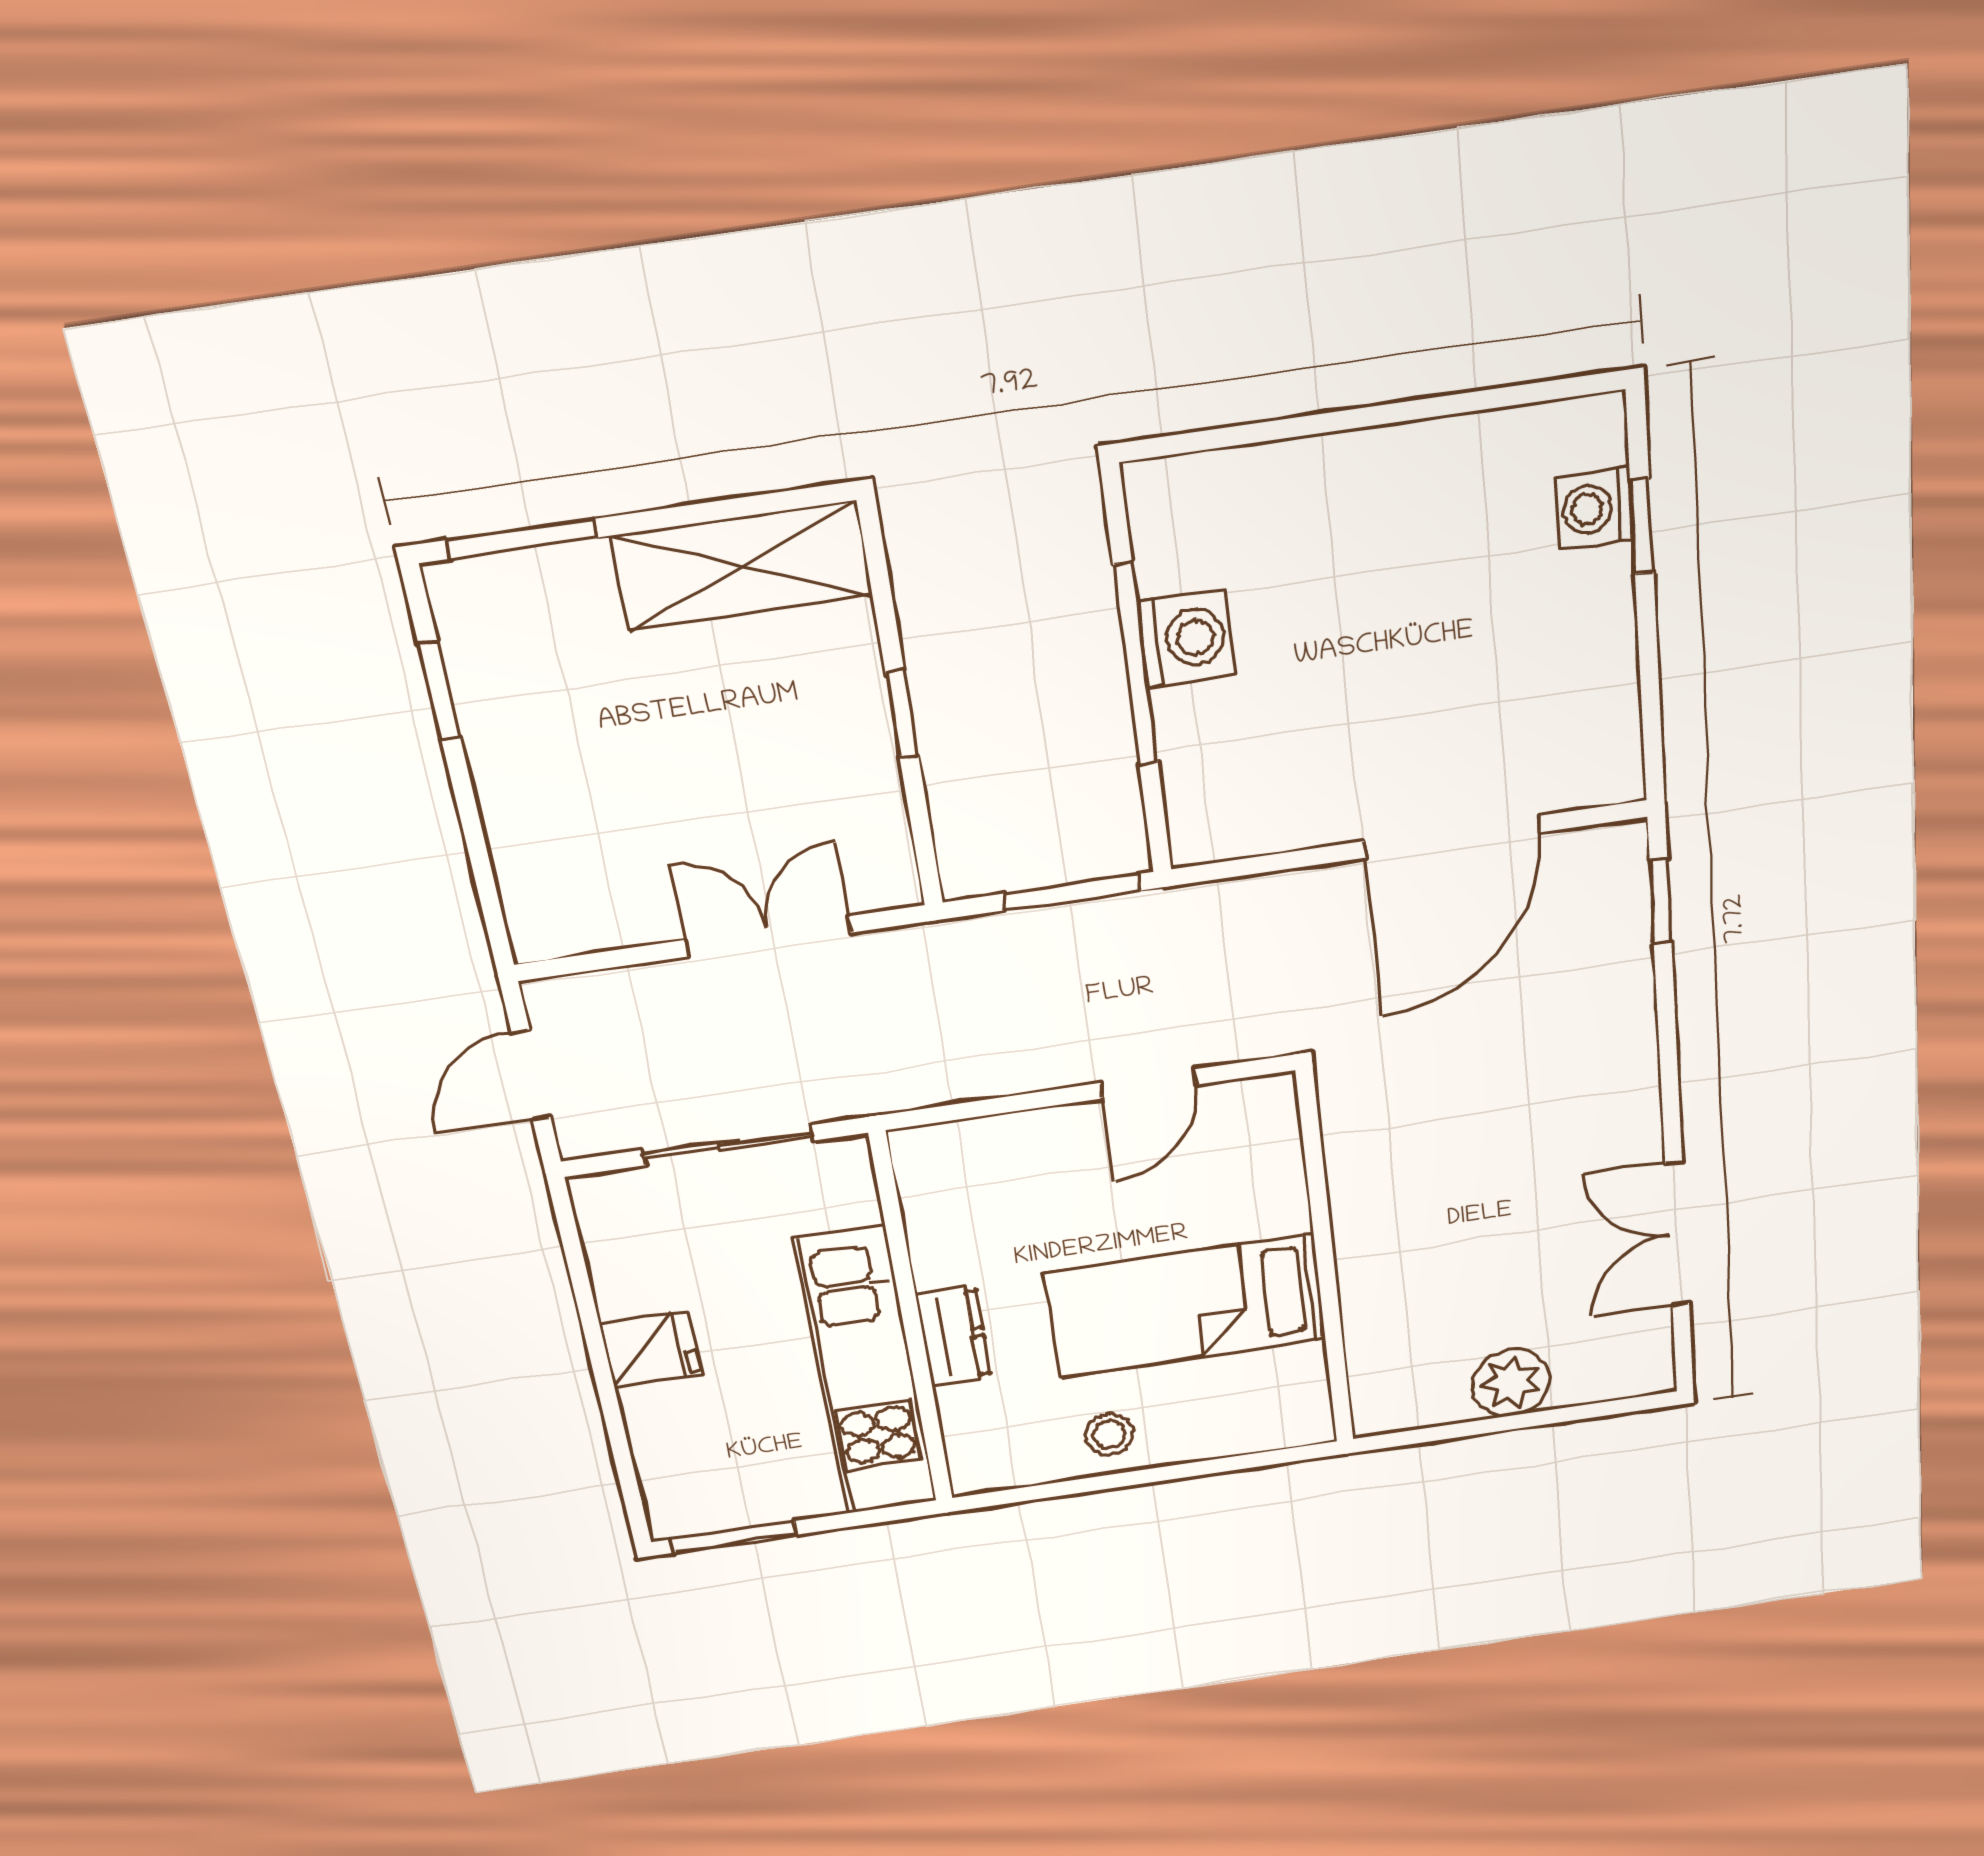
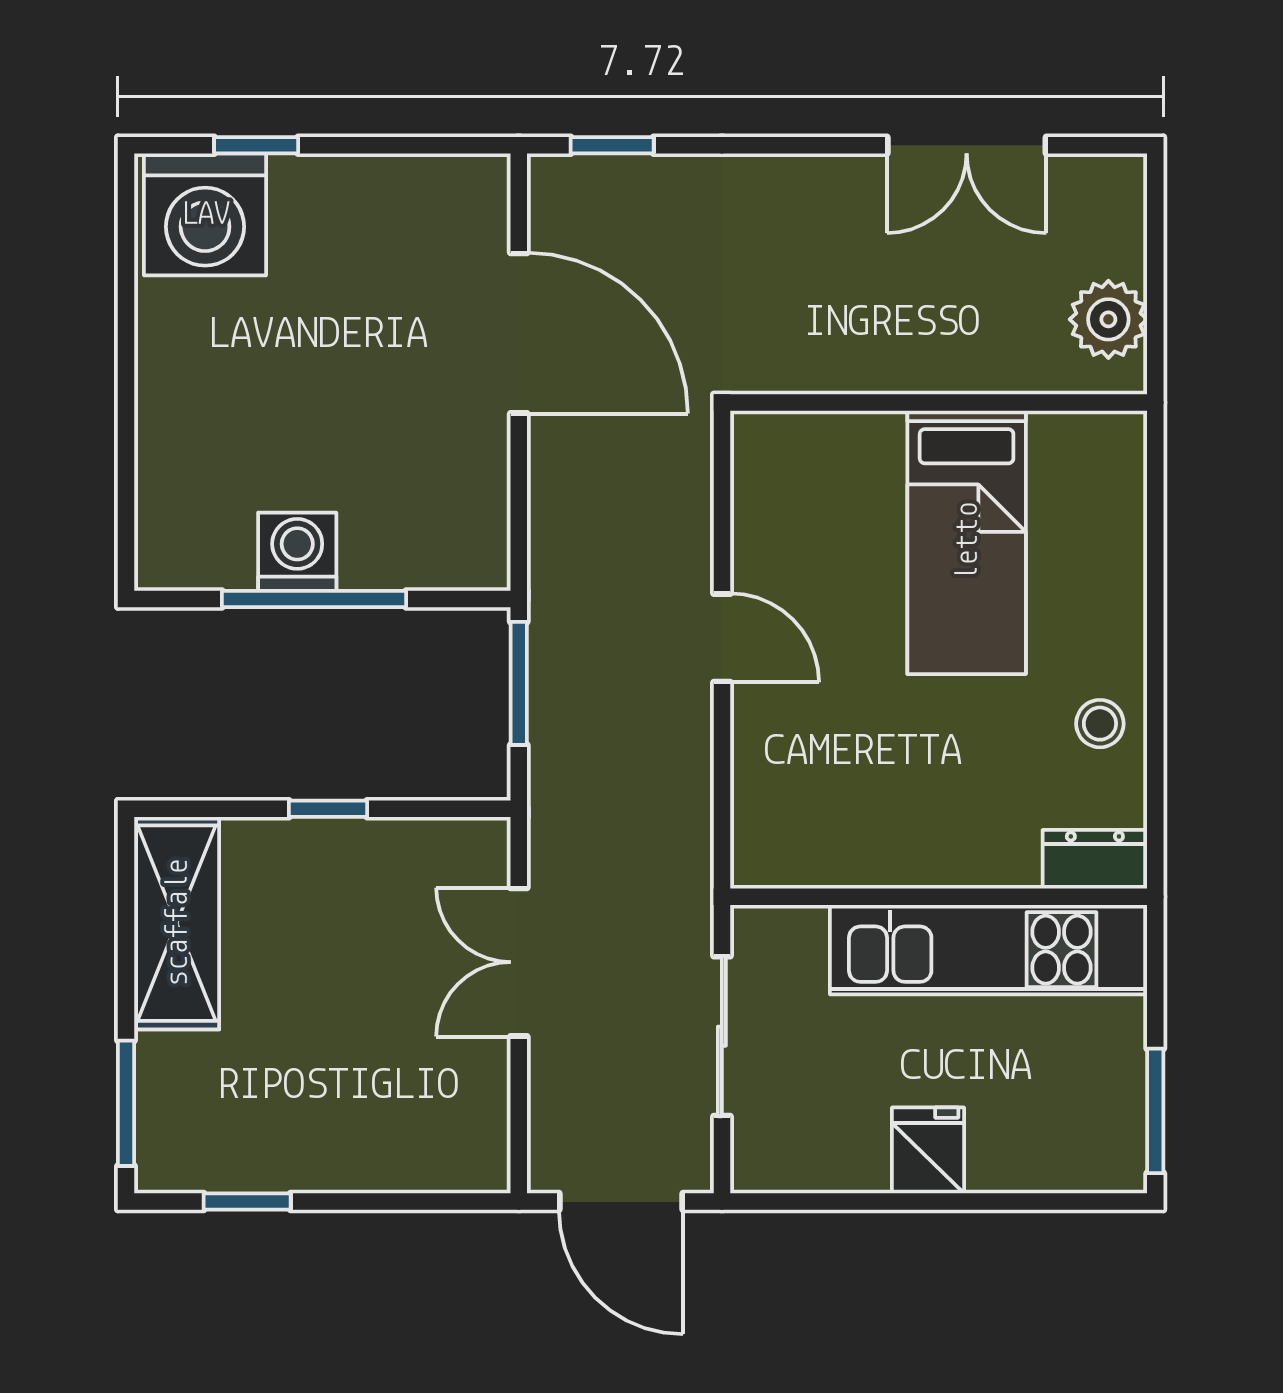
washing machine: (1595, 508) -> (205, 214), width x1.89, depth x1.89
door: (531, 1075) -> (621, 1202), width x1.38
wall: (1325, 1260) -> (939, 403), moved
bed: (1186, 1306) -> (967, 542), moved
dresser: (953, 1336) -> (1095, 859), moved

